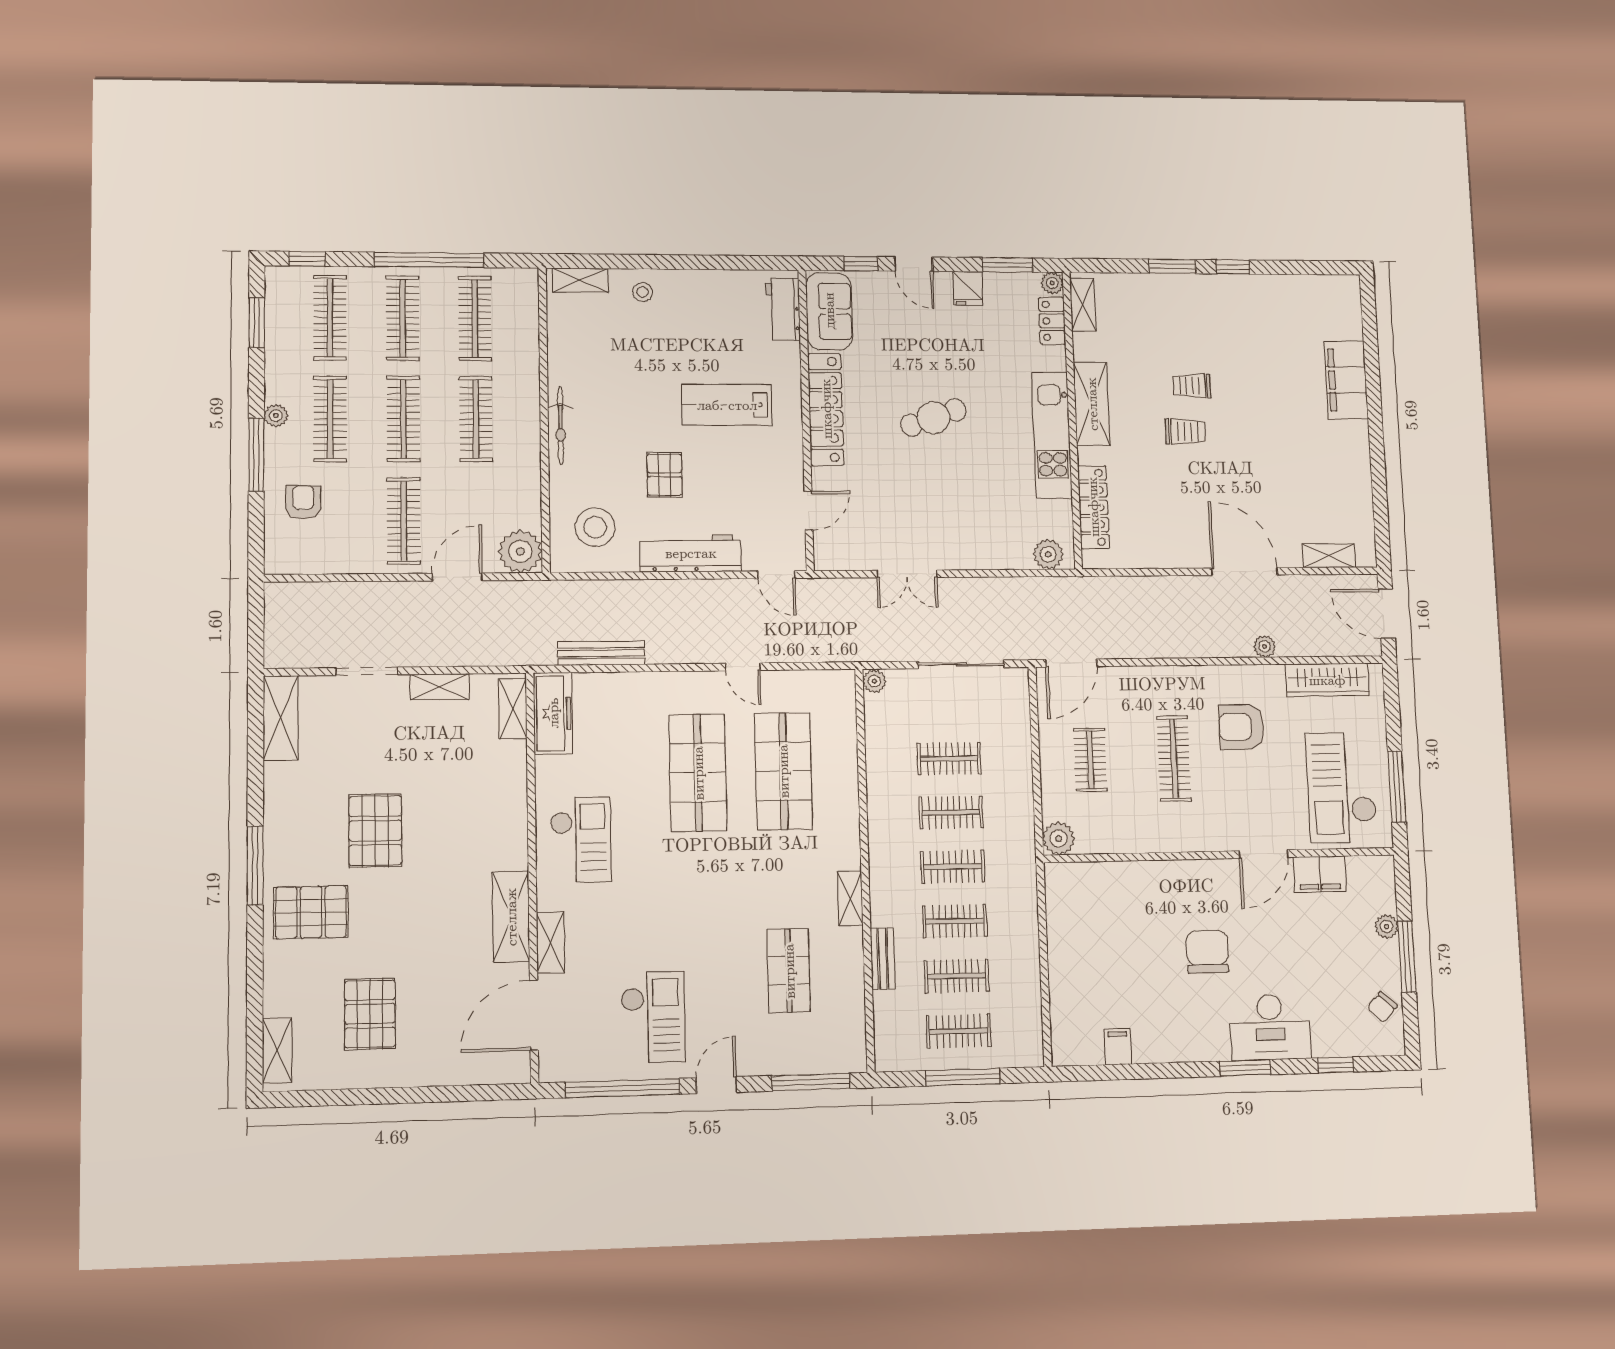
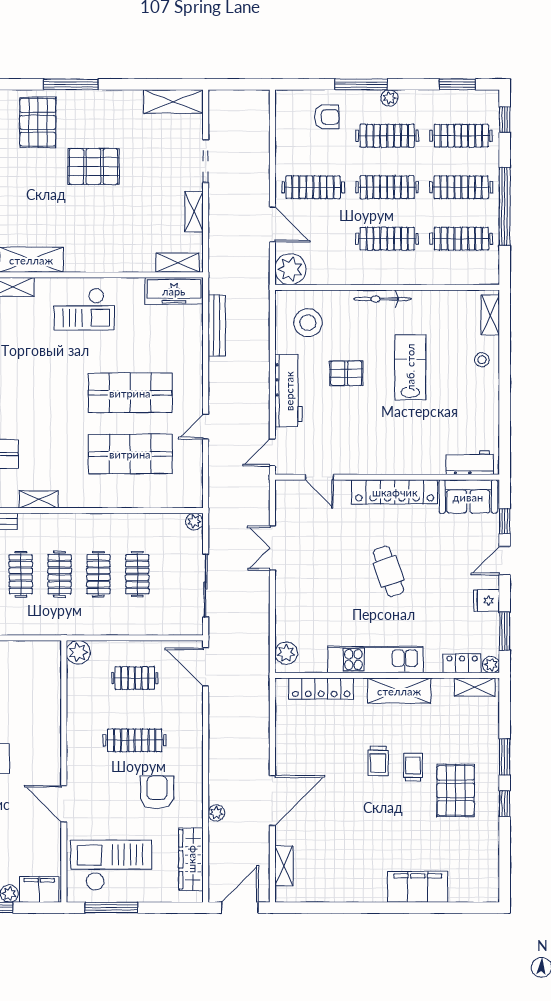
pallet: (1219, 330) -> (456, 790), added
lab bench: (727, 405) -> (410, 367), moved
filing cabinet: (1320, 874) -> (39, 889), moved, turned 90

